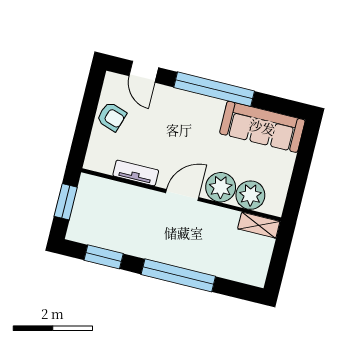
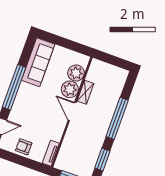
armchair: (112, 117) -> (24, 147), turned -108
tv unit: (136, 173) -> (51, 153), moved
shelving: (259, 225) -> (85, 92), moved

